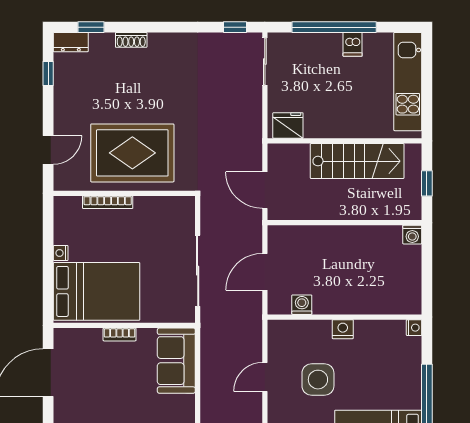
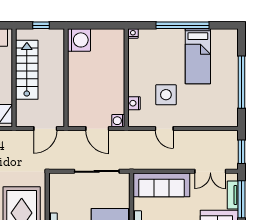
washing machine: (412, 235) -> (79, 40), width x1.89, depth x1.89
washing machine: (302, 305) -> (118, 121), moved
nightstand: (343, 329) -> (134, 103), moved
sofa: (176, 361) -> (161, 185), width x1.36

